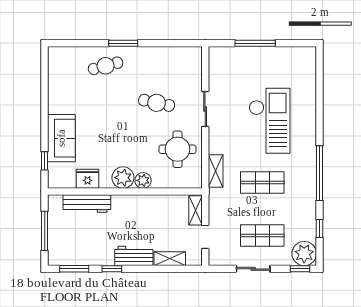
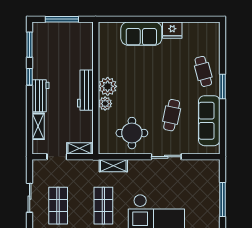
sofa: (163, 59) -> (209, 121), added
window: (45, 161) -> (122, 19), removed
fridge: (87, 179) -> (172, 30), moved, turned 90
workbench: (87, 204) -> (85, 90), moved

